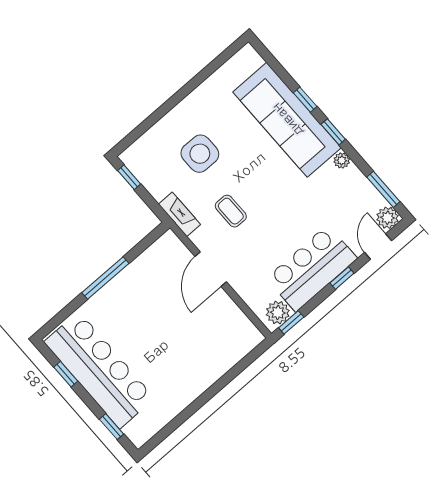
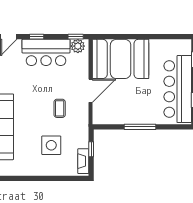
window: (129, 177) -> (91, 149), moved
fireplace: (179, 214) -> (83, 161), moved
booth: (208, 344) -> (121, 59), added

